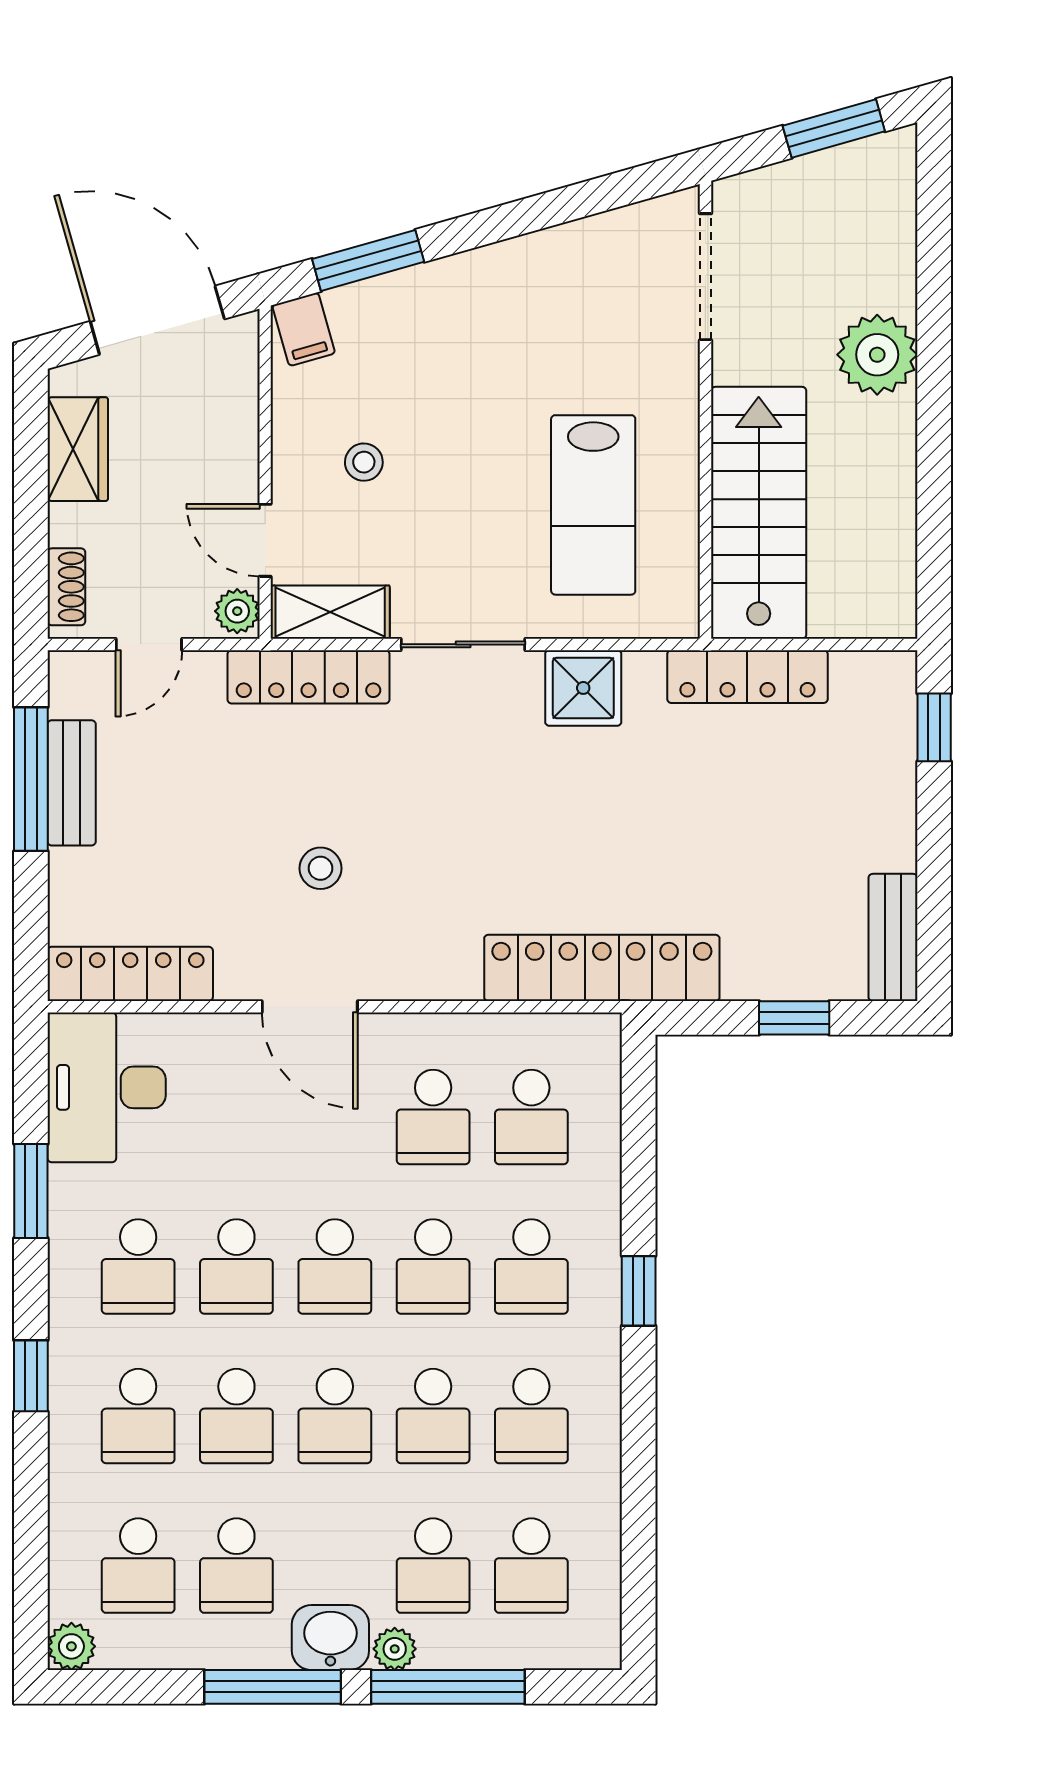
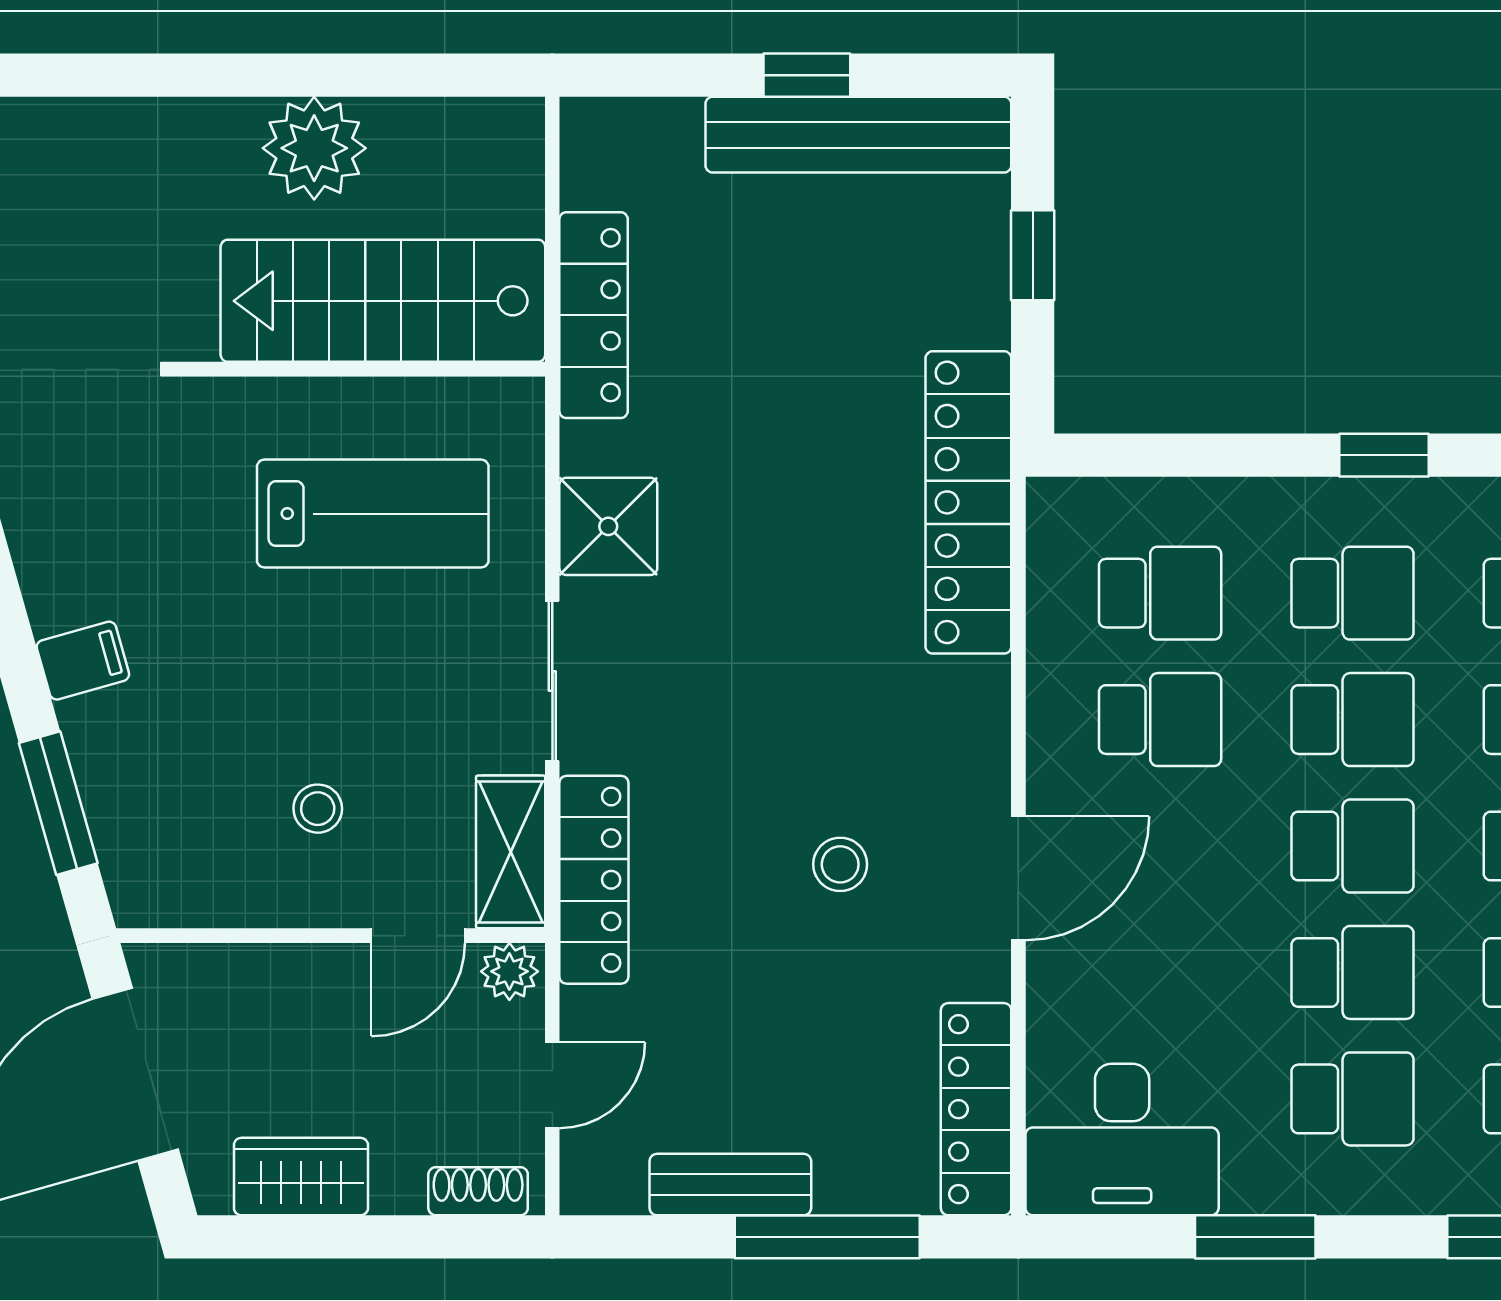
filing cabinet: (304, 329) -> (83, 661), moved
plant: (877, 355) -> (314, 148), moved
door: (149, 644) -> (552, 1085), hinge flipped
window: (934, 727) -> (807, 75), moved
window: (31, 779) -> (827, 1237), moved
bench: (893, 937) -> (858, 135), width x1.86, depth x1.21

